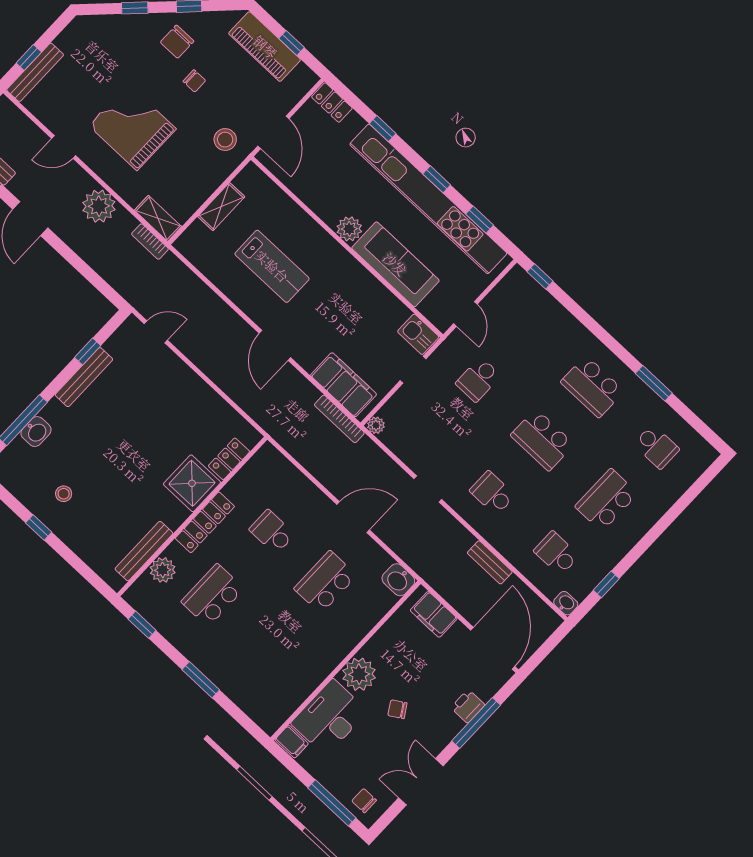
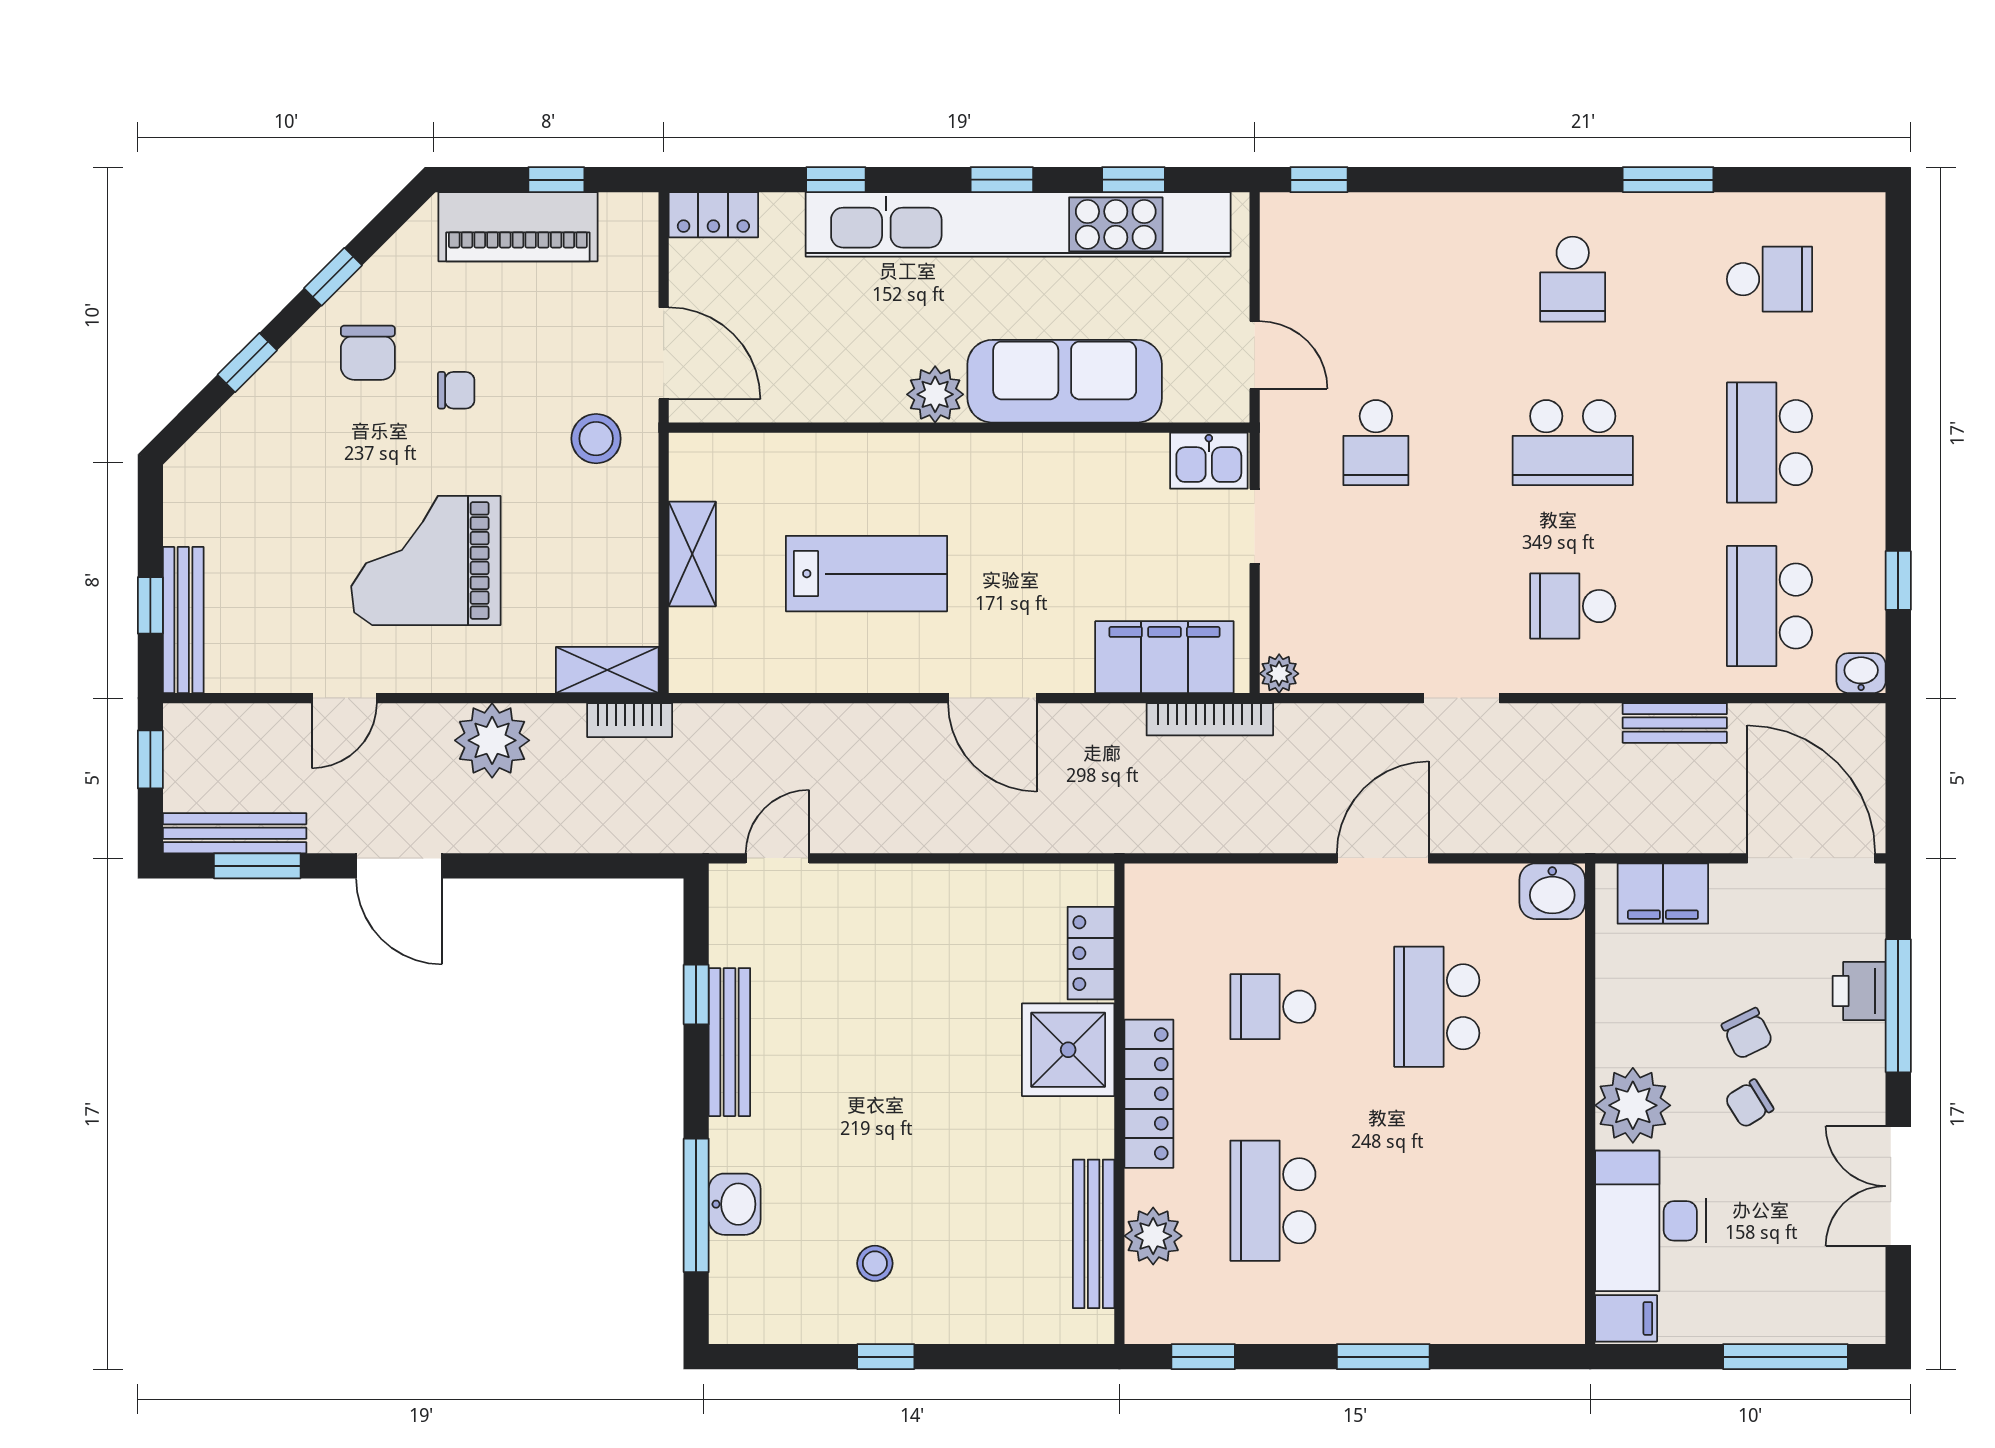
school desk: (592, 387) -> (1573, 279), width x0.54
school desk: (556, 553) -> (1769, 606), width x1.85
chair: (364, 801) -> (1747, 1034), moved, turned -116

